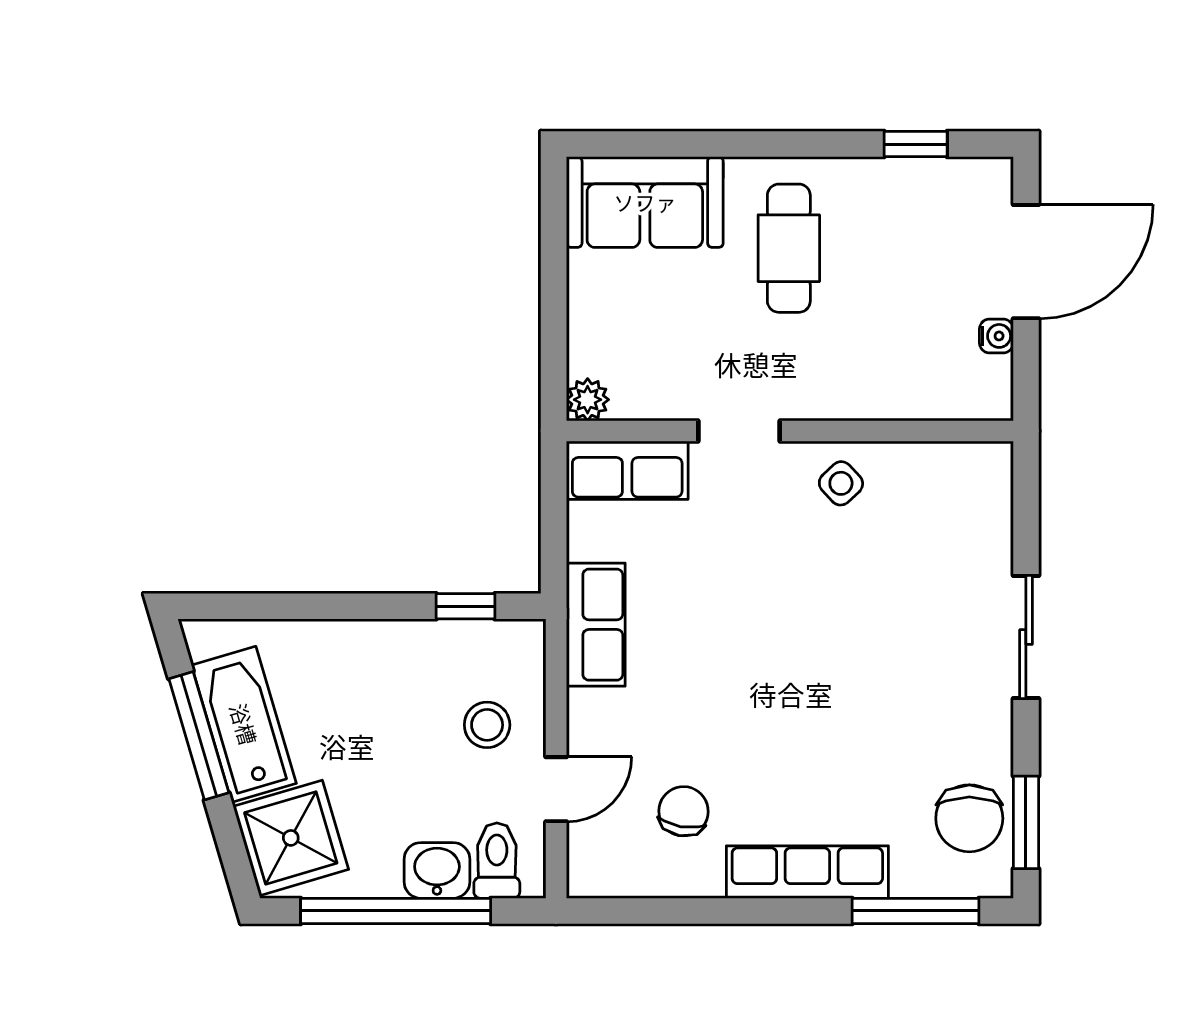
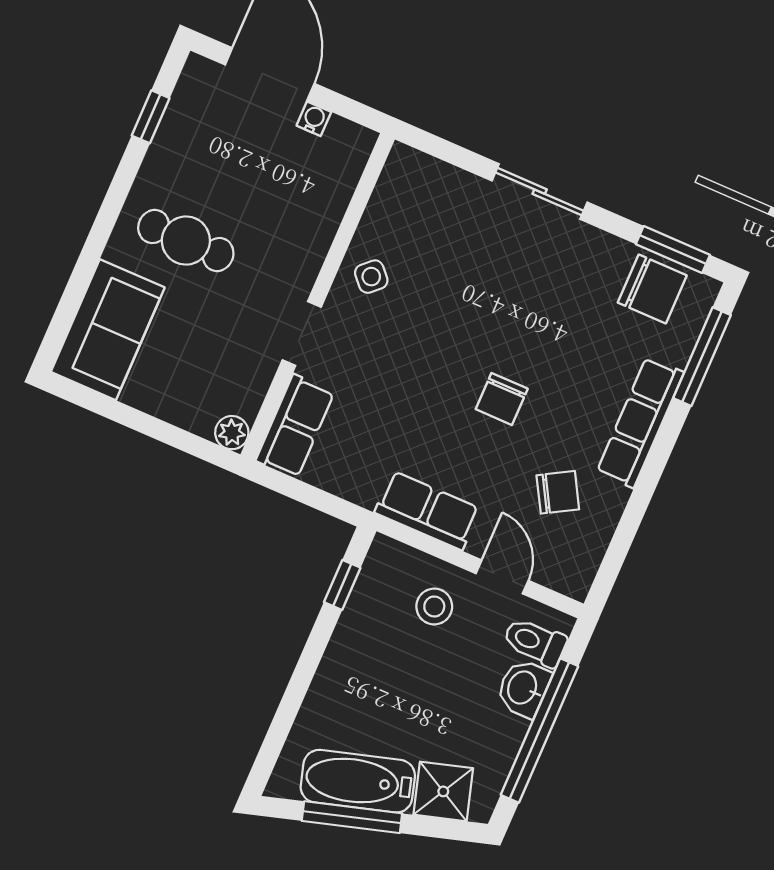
row of seats: (596, 625) -> (427, 511), moved
chair: (764, 698) -> (502, 399), added
chair: (683, 811) -> (558, 492), turned 140
shower: (291, 838) -> (443, 791), width x0.73, depth x0.73

